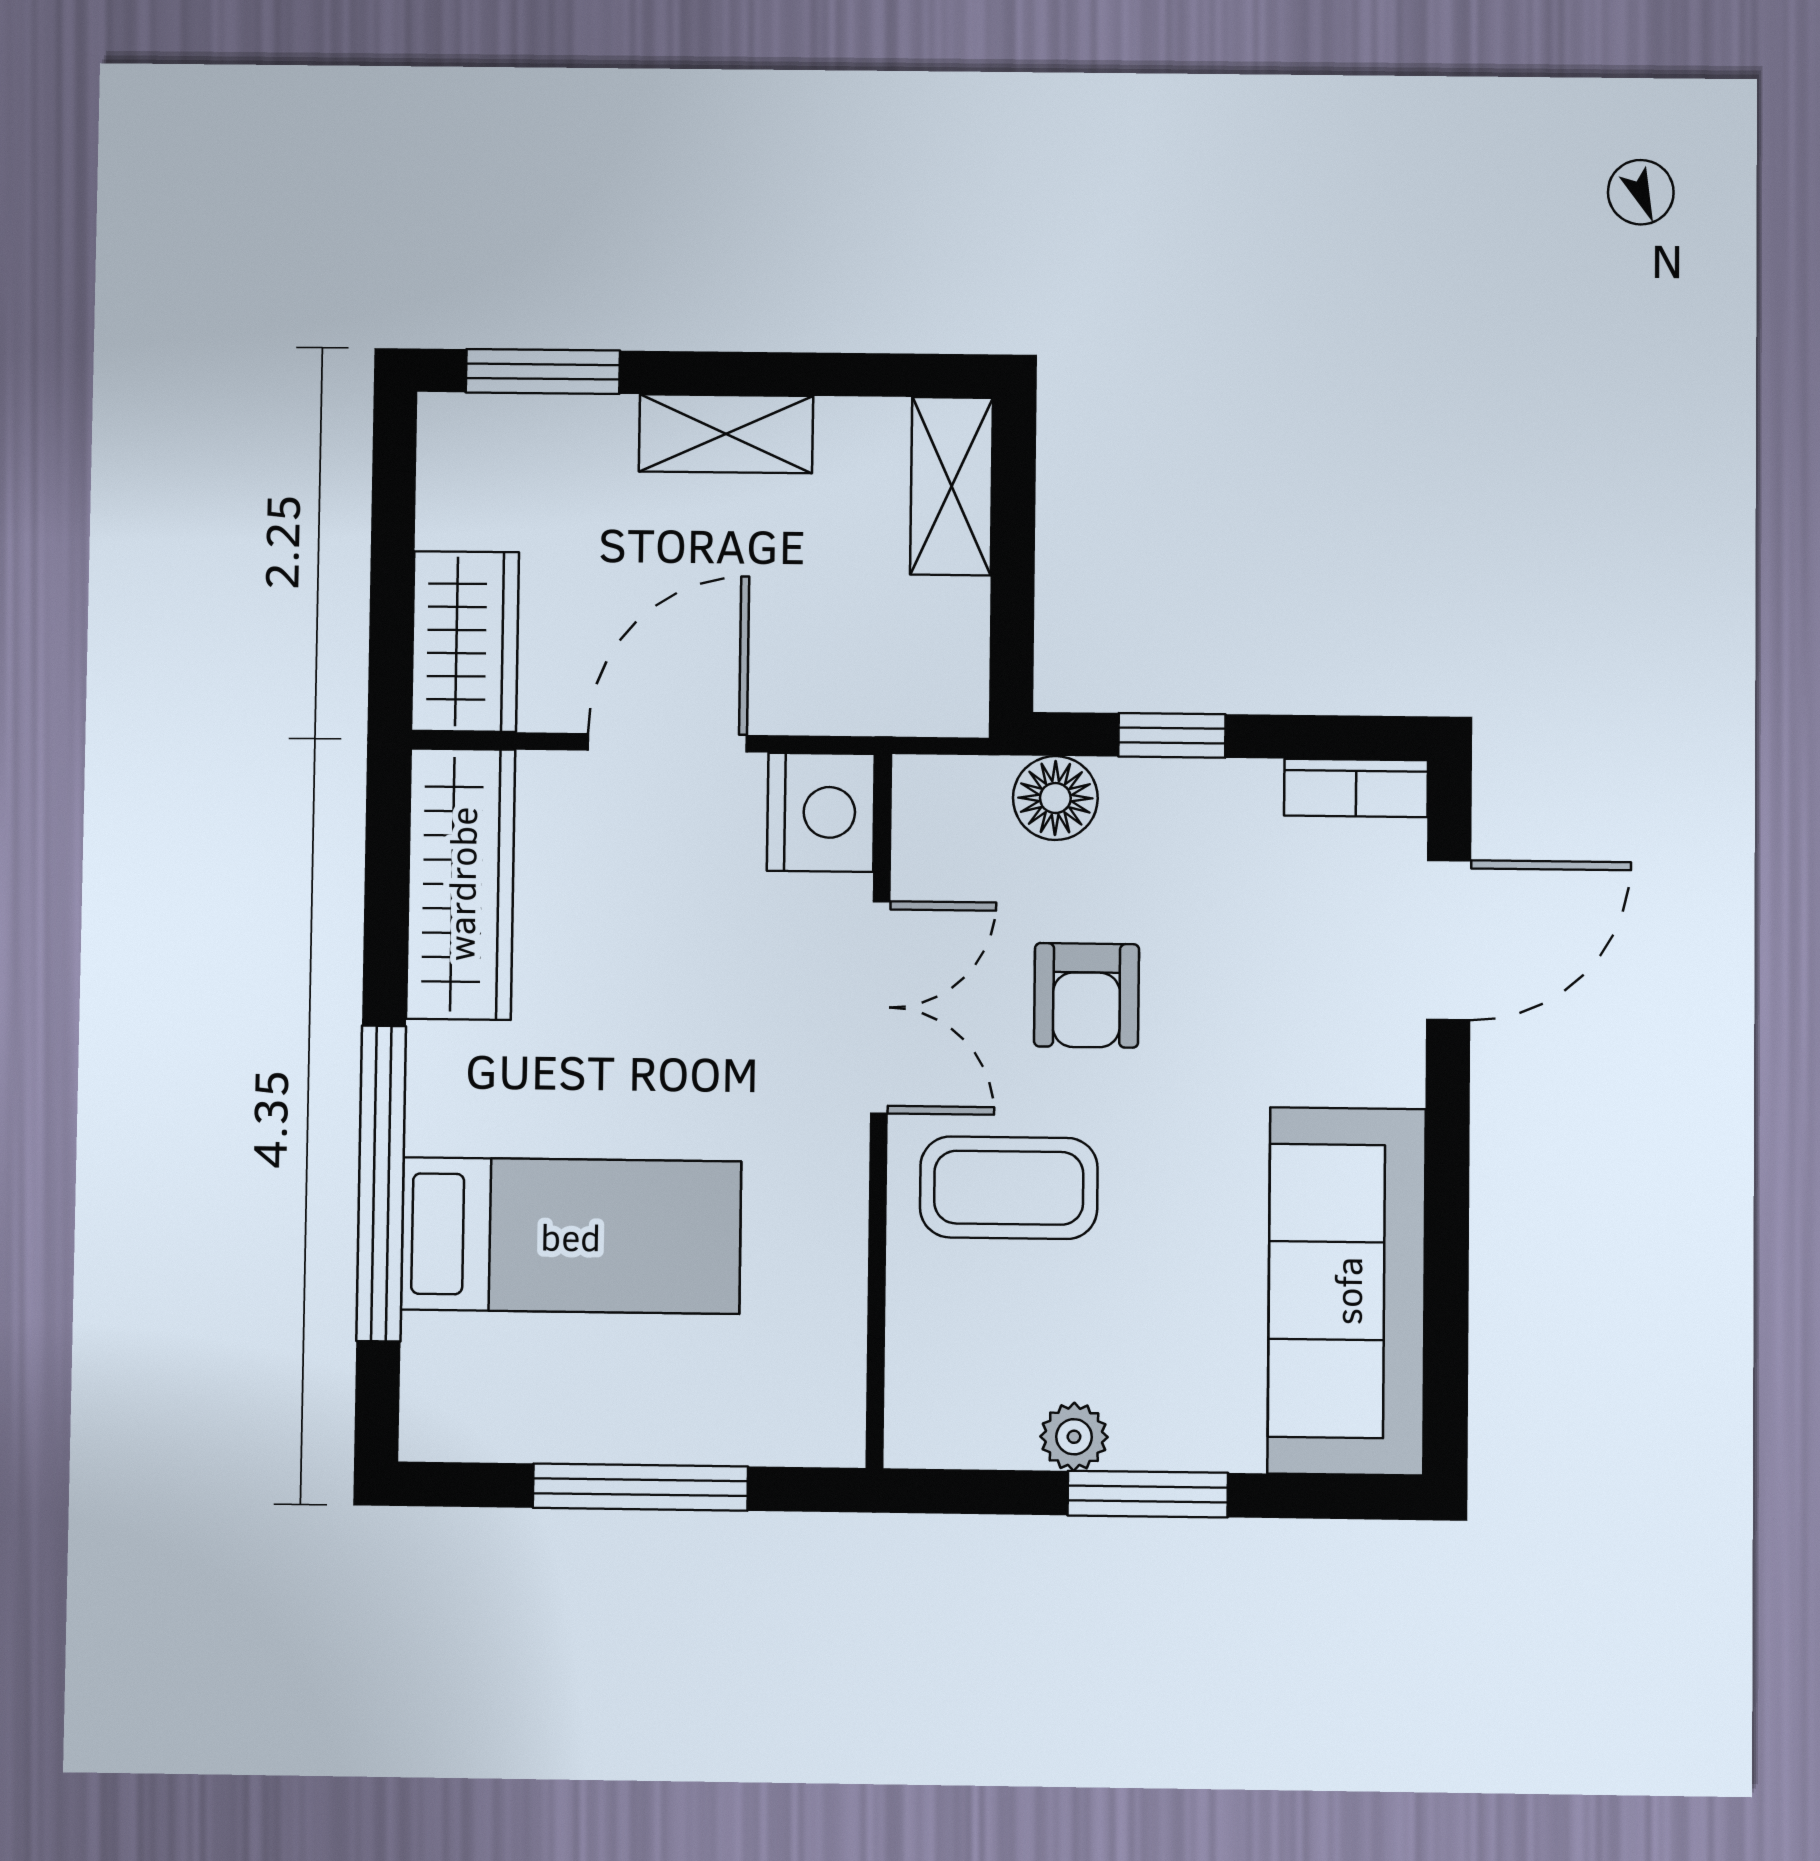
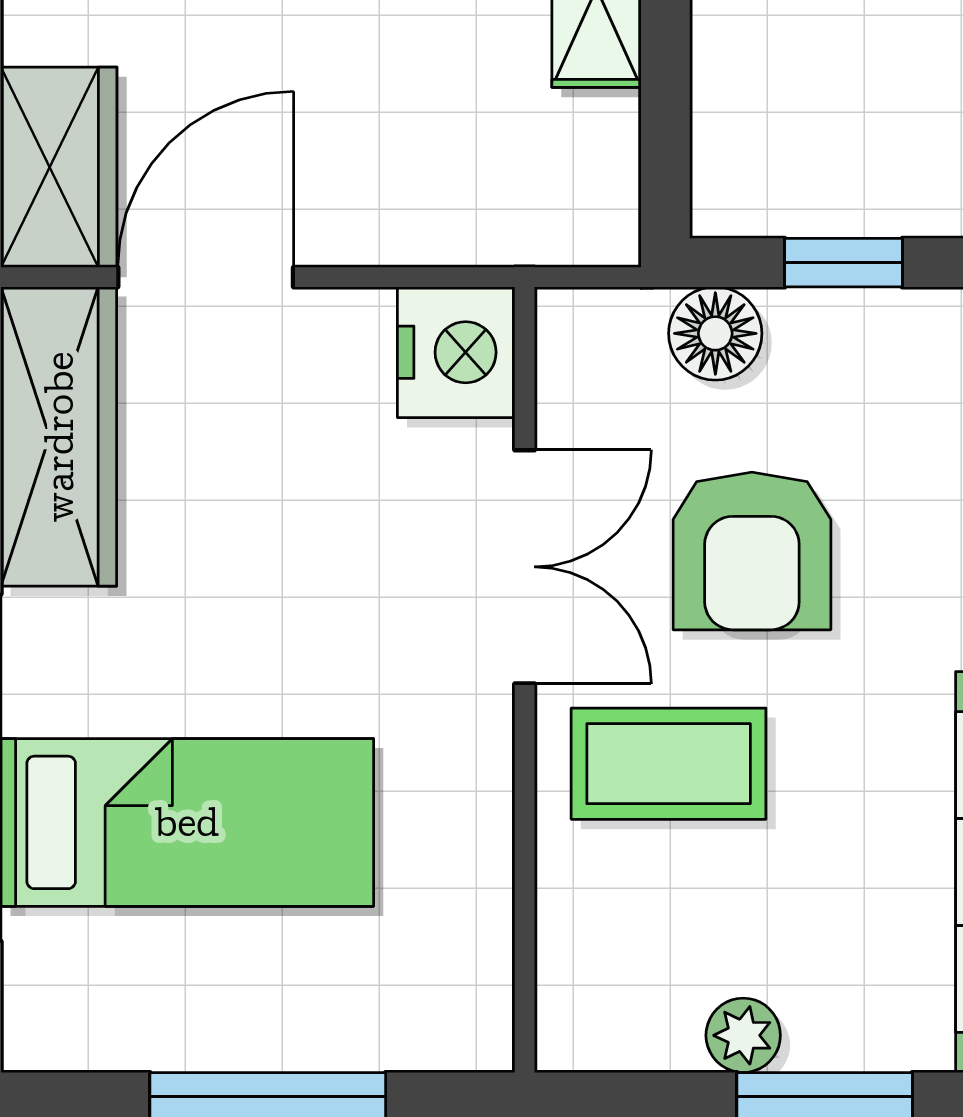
door: (667, 743) -> (206, 277), moved
armchair: (1087, 995) -> (752, 551), width x1.38, depth x1.38

